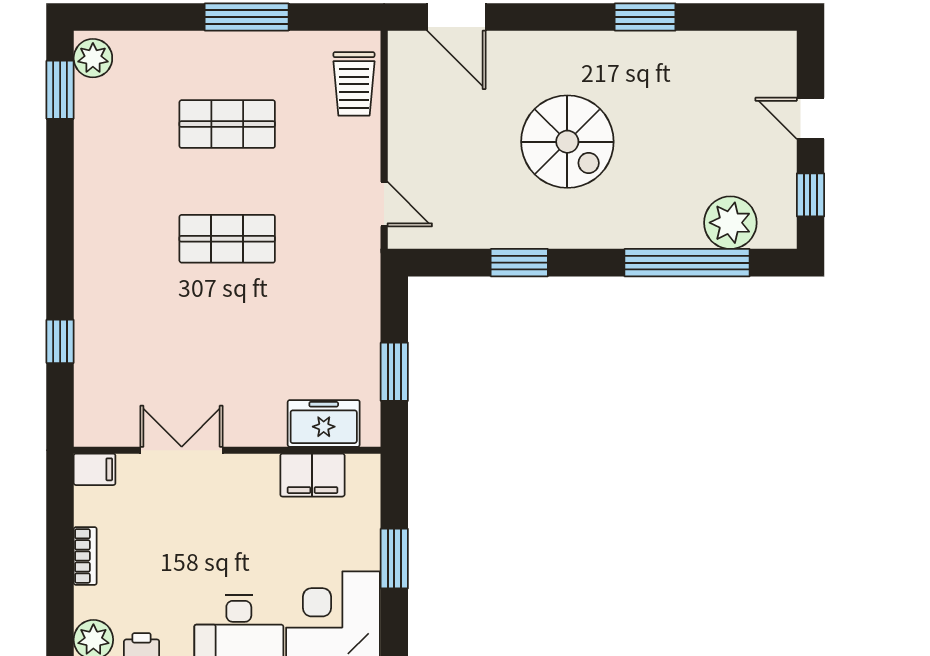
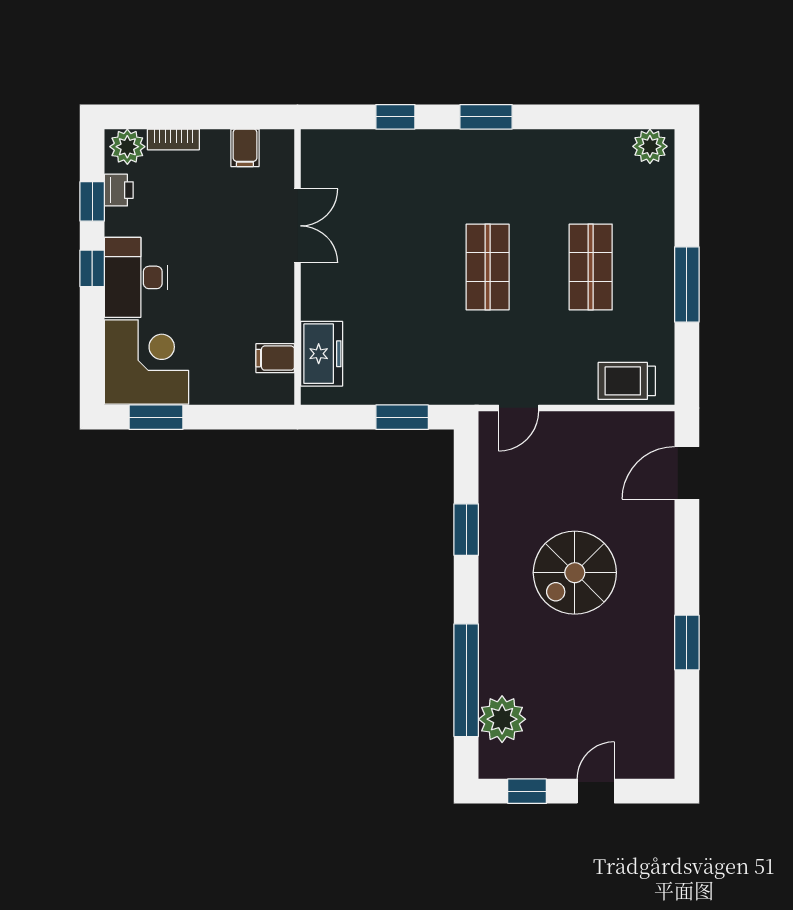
window: (60, 90) -> (486, 117), moved
window: (394, 372) -> (402, 417), moved
filing cabinet: (95, 469) -> (245, 148), moved
filing cabinet: (312, 475) -> (275, 358), width x0.50
bookcase: (85, 556) -> (173, 139), moved
window: (394, 559) -> (156, 417), moved

